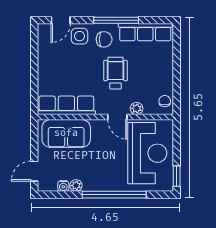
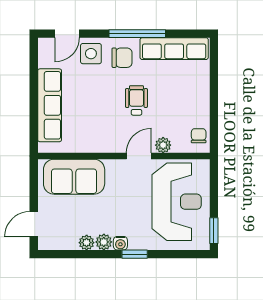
wheelchair: (116, 73) -> (136, 100), width x0.73, depth x0.73
row of seats: (66, 105) -> (50, 105), moved, turned 90
door: (117, 117) -> (139, 156), swing flipped
plant: (90, 185) -> (104, 242), added
water cooler: (63, 186) -> (120, 243), moved
window: (114, 195) -> (135, 254), width x0.32

